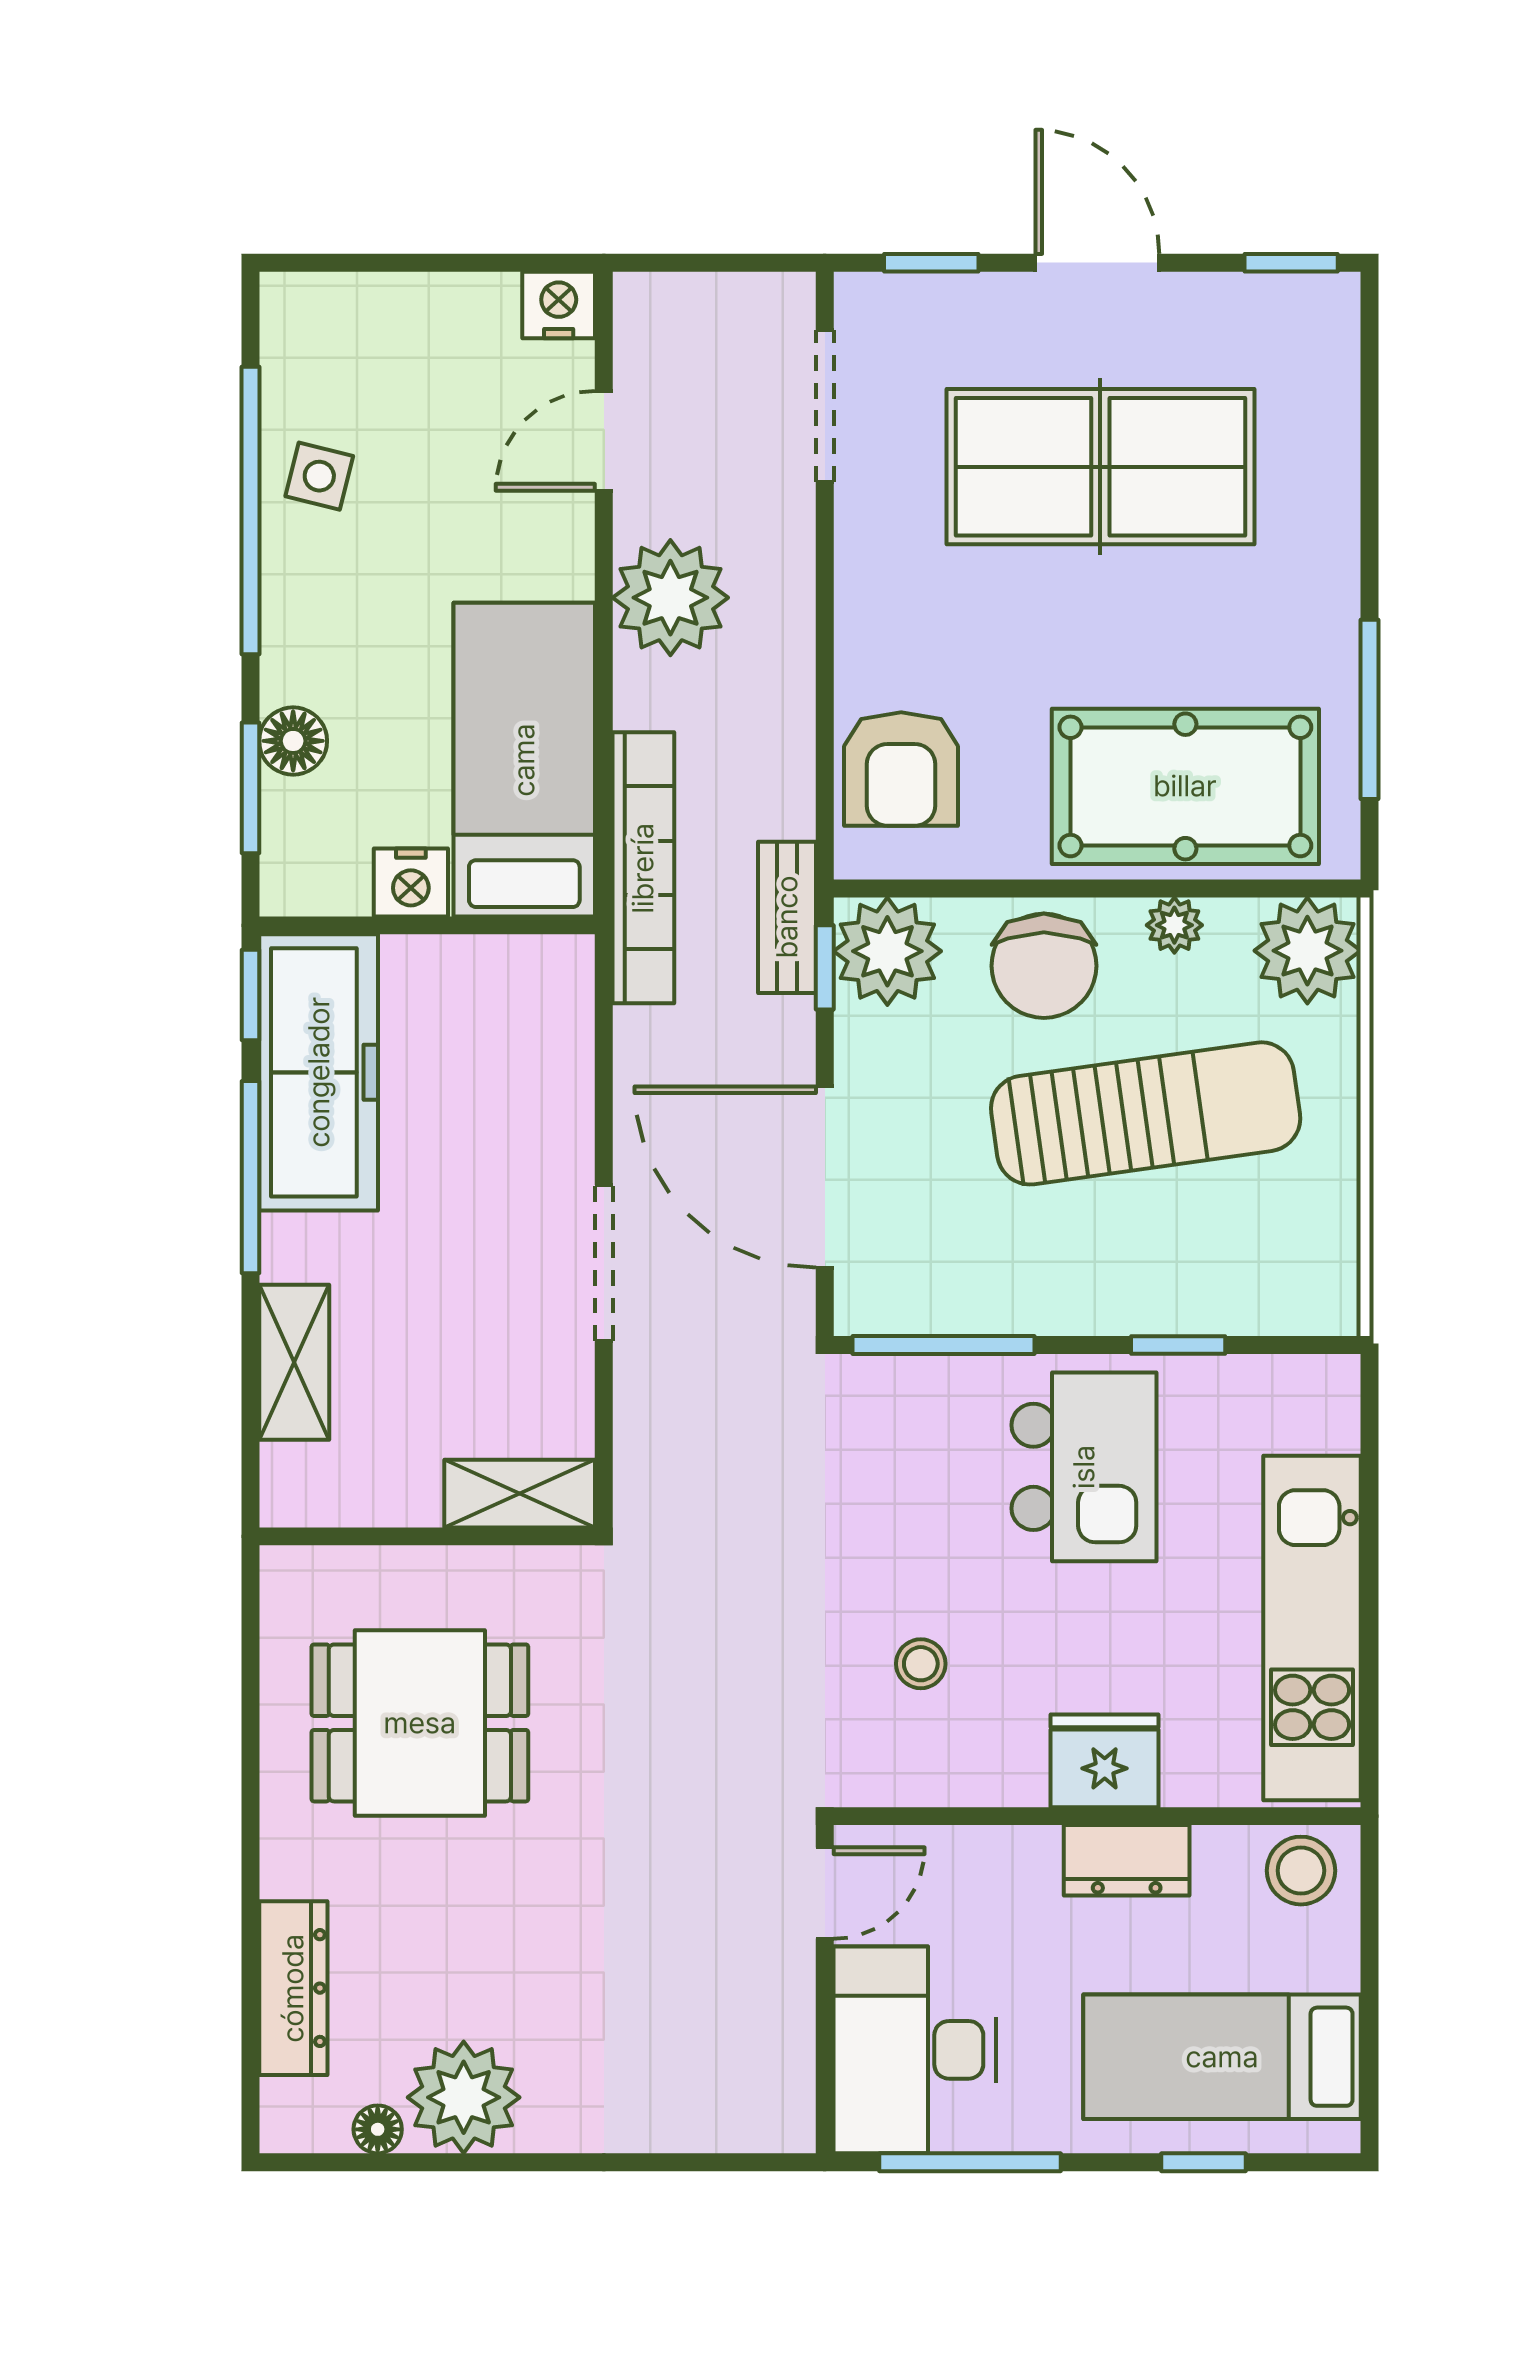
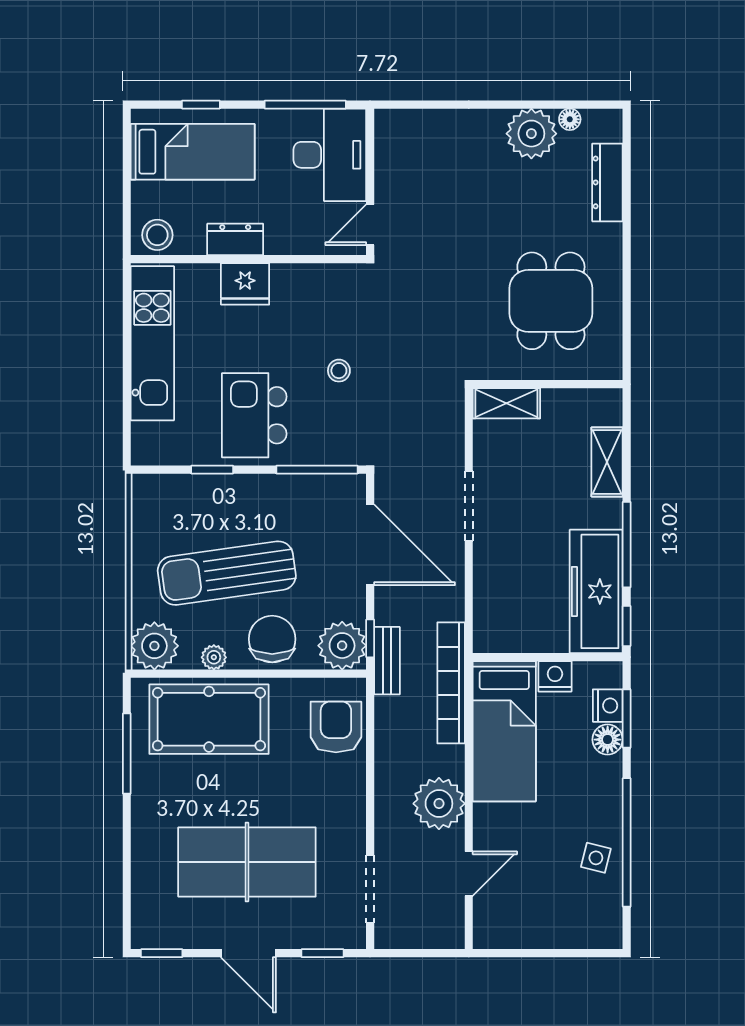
nightstand: (559, 305) -> (608, 706), moved, turned -90
stool: (921, 1664) -> (339, 371), moved
dining table: (420, 1723) -> (551, 301), turned 90

